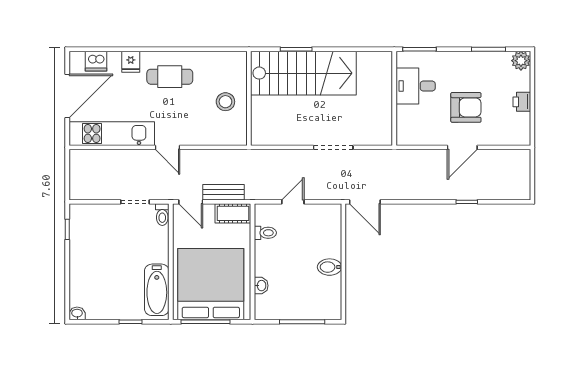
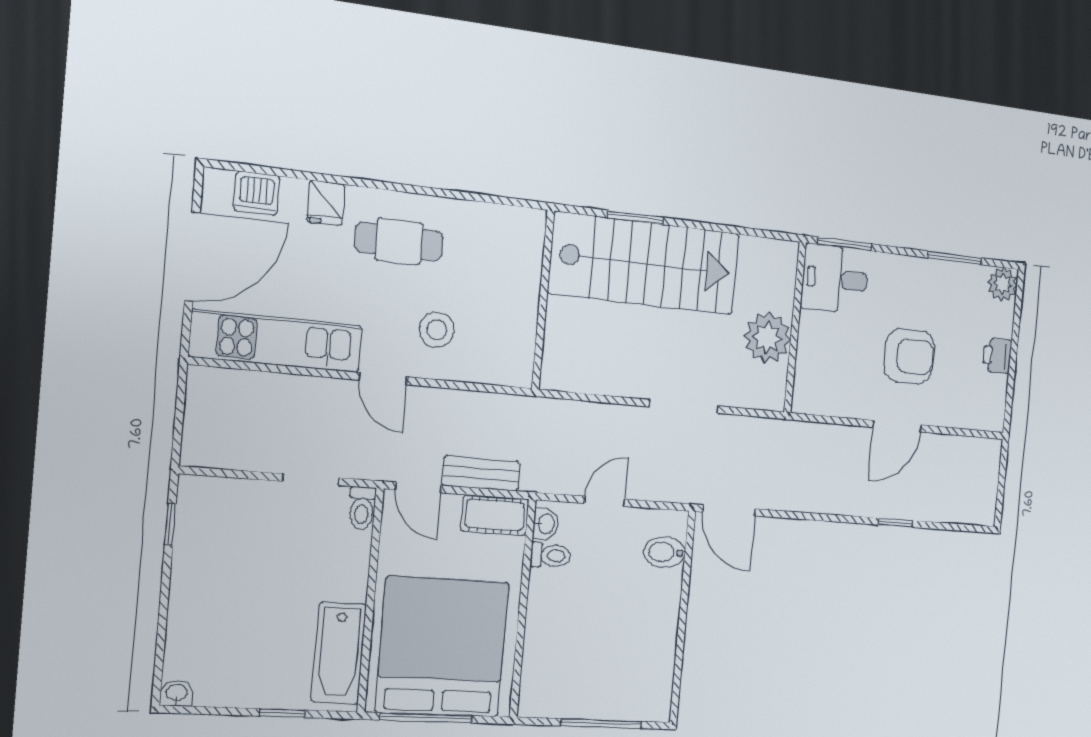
desk: (416, 86) -> (835, 279), moved
stool: (225, 102) -> (437, 330), moved
plant: (378, 106) -> (767, 338), added
bidet: (330, 267) -> (664, 552), moved
washbasin: (261, 286) -> (546, 524), moved

